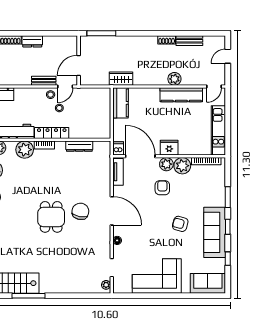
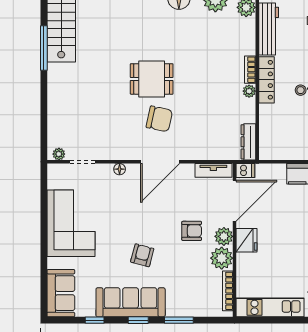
dresser: (79, 146) -> (248, 142), moved
plant: (25, 150) -> (249, 91), moved, width x0.53, depth x0.53

